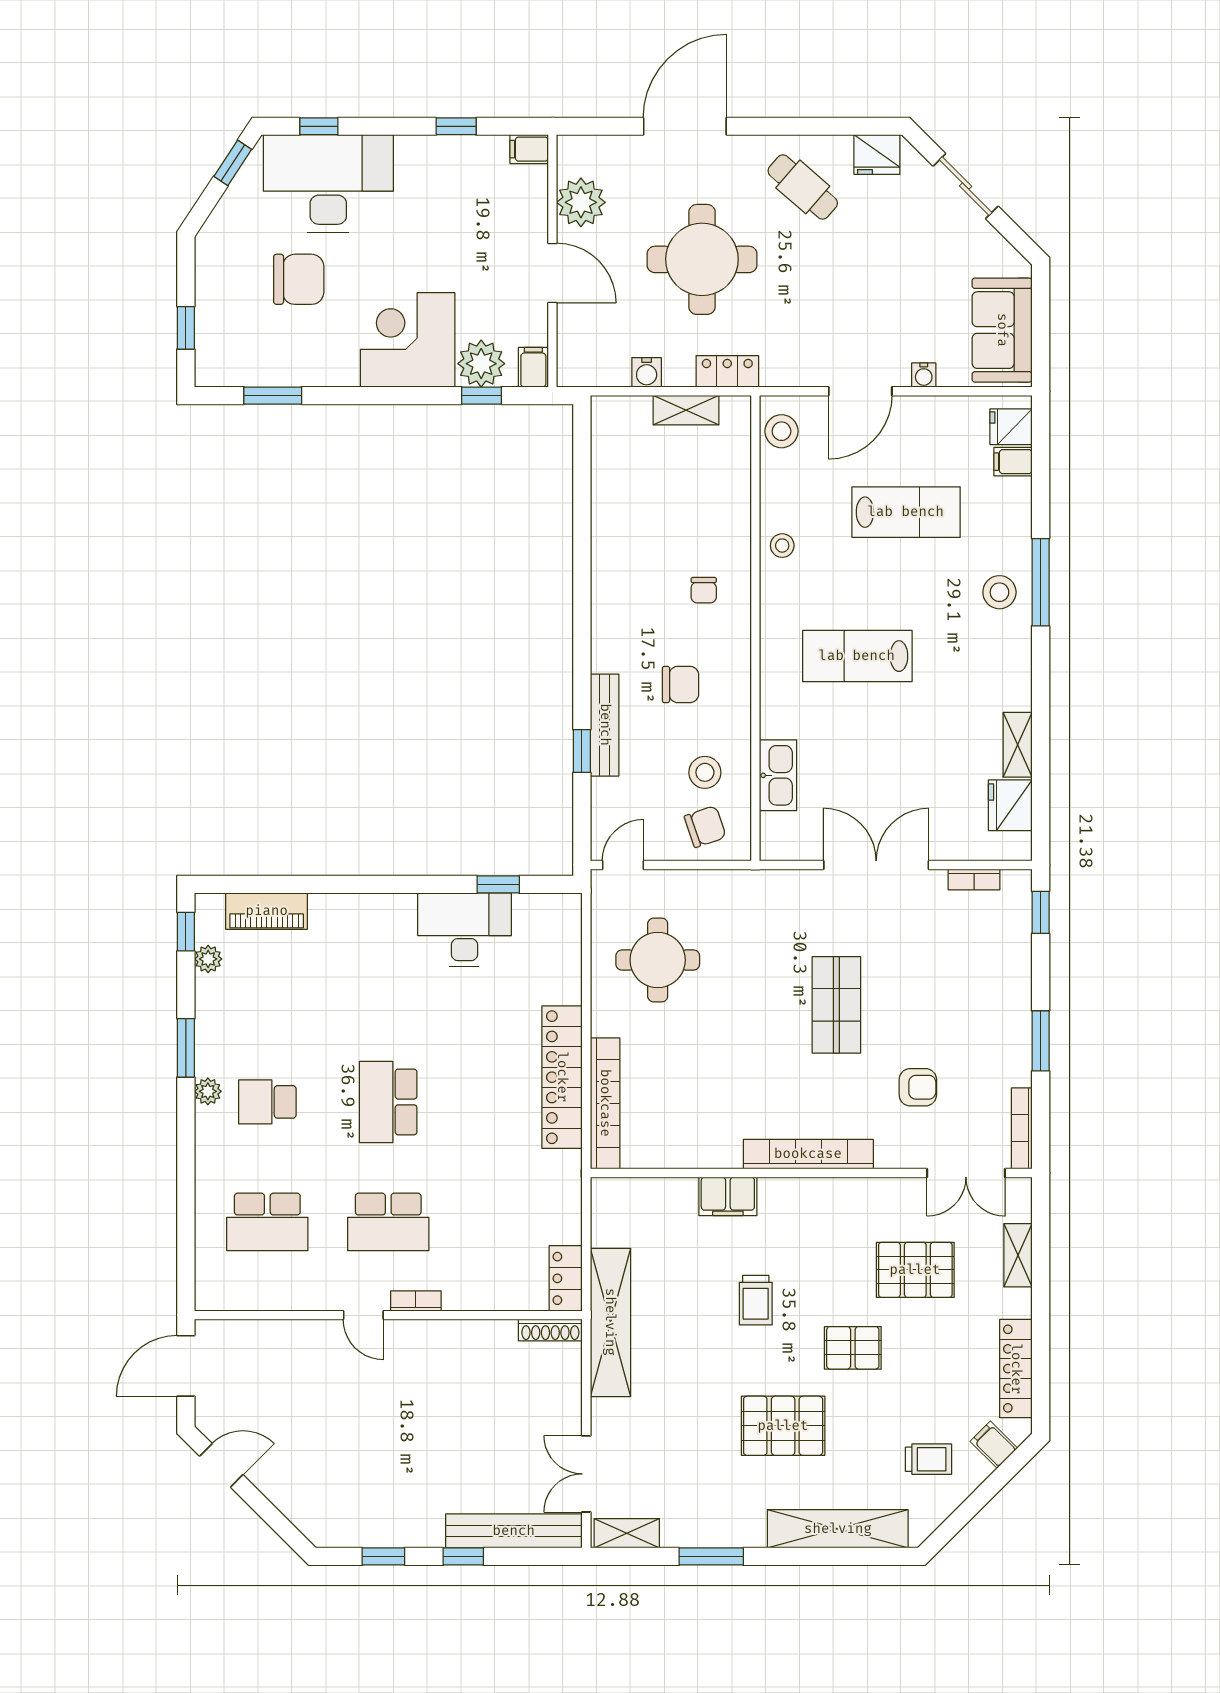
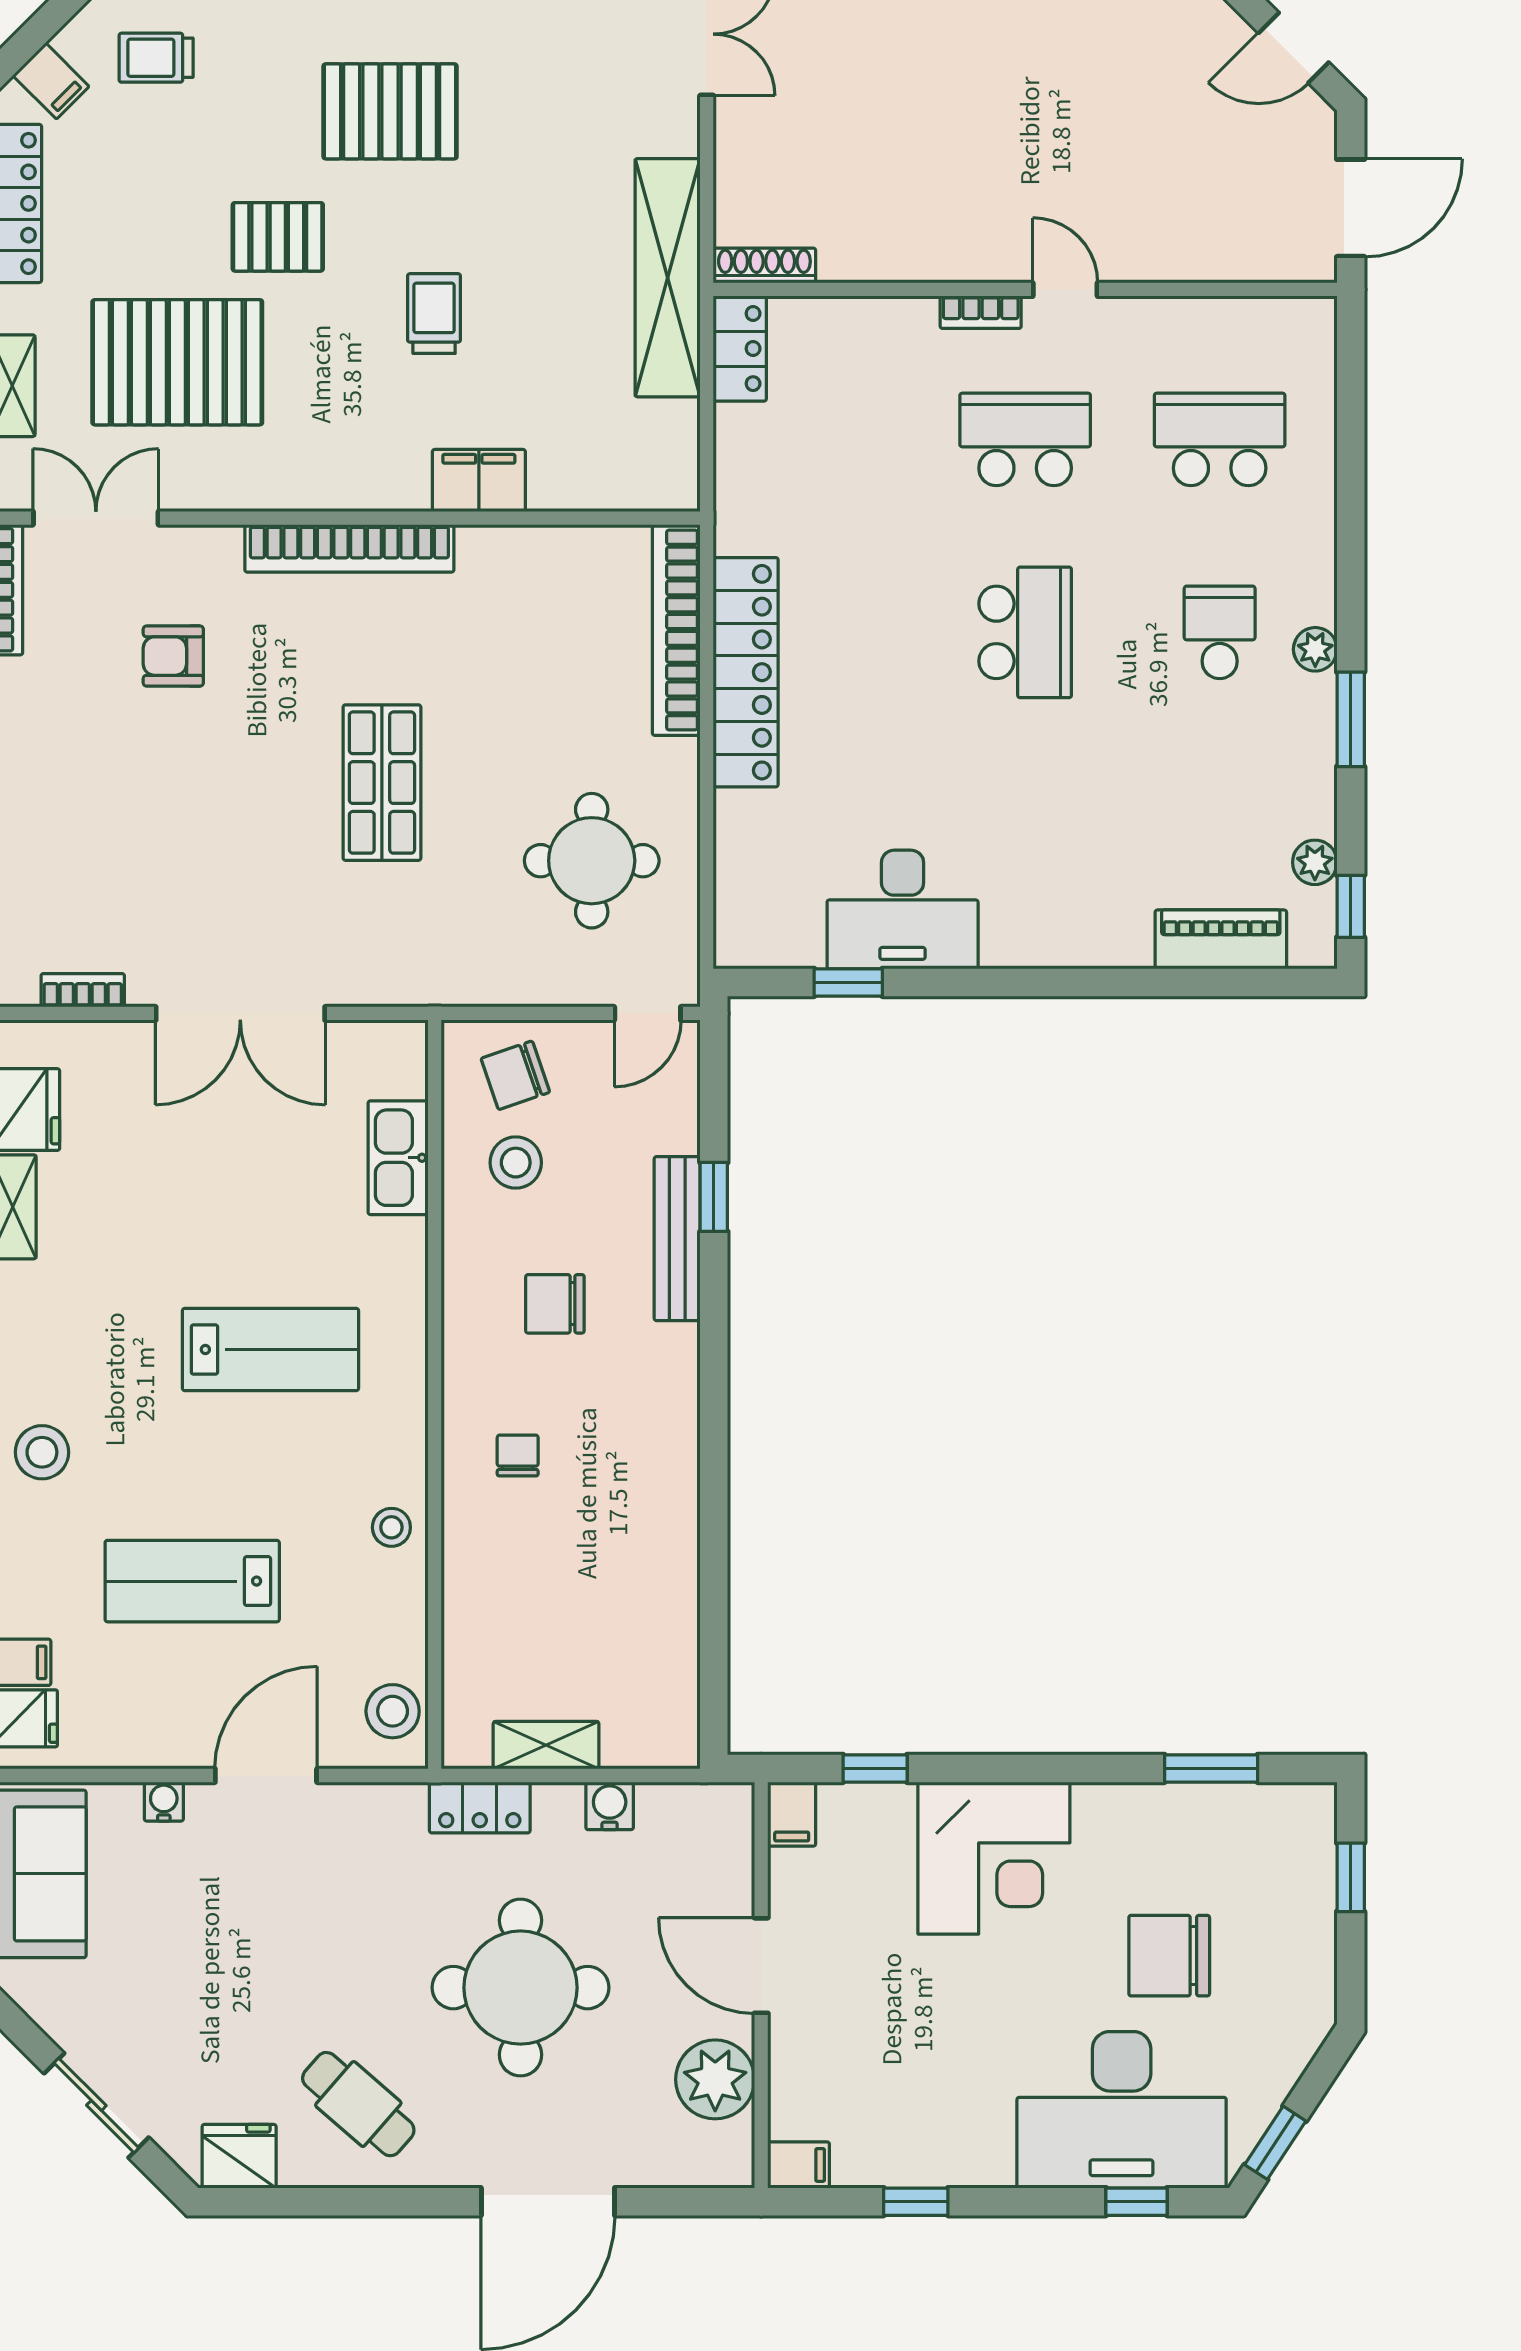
plant: (481, 364) -> (876, 1820), removed
shop shelf: (836, 1005) -> (382, 783), moved
school desk: (267, 1102) -> (1220, 632), turned -90
pallet: (915, 1270) -> (177, 362), width x1.37, depth x1.41

